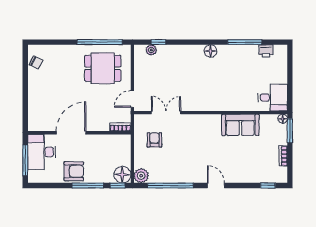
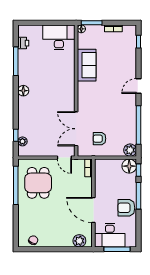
desk: (273, 98) -> (59, 37), width x1.37
double door: (166, 113) -> (76, 129), width x1.37
plant: (35, 116) -> (79, 241), added
armchair: (74, 171) -> (126, 208), turned -90

